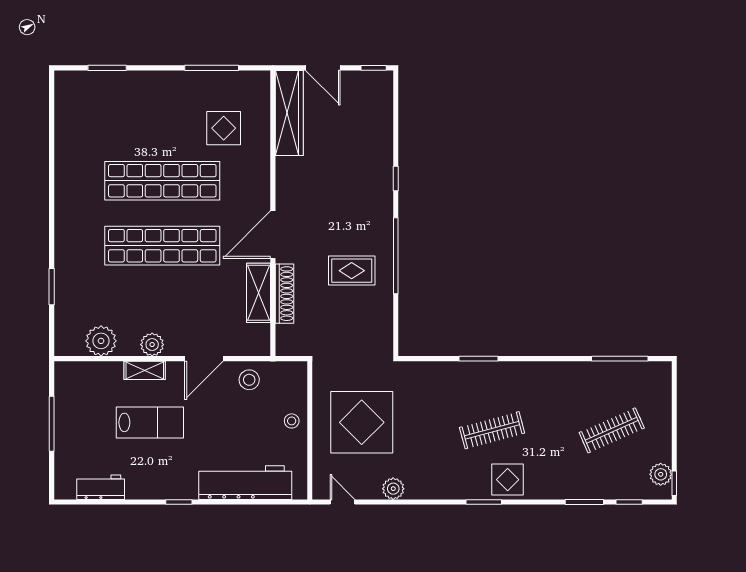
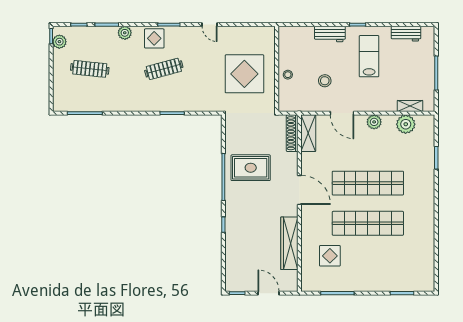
wardrobe: (289, 113) -> (289, 243), moved
door: (273, 235) -> (299, 190), hinge flipped
rug: (352, 271) -> (251, 168), width x1.36, depth x1.43
shelving: (259, 293) -> (308, 133), moved
shoe rack: (285, 294) -> (292, 133), moved
door: (204, 359) -> (342, 113), swing flipped
shelving: (145, 370) -> (410, 106), moved
stool: (249, 380) -> (325, 81), moved
lab bench: (150, 422) -> (369, 56), moved, turned 90
clothes rail: (612, 430) -> (90, 69), turned 30
workbench: (245, 483) -> (330, 34), width x0.53, depth x0.76
plant: (393, 489) -> (125, 33), moved
door: (342, 502) -> (210, 25), moved

